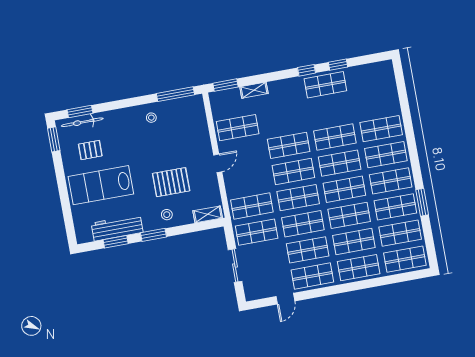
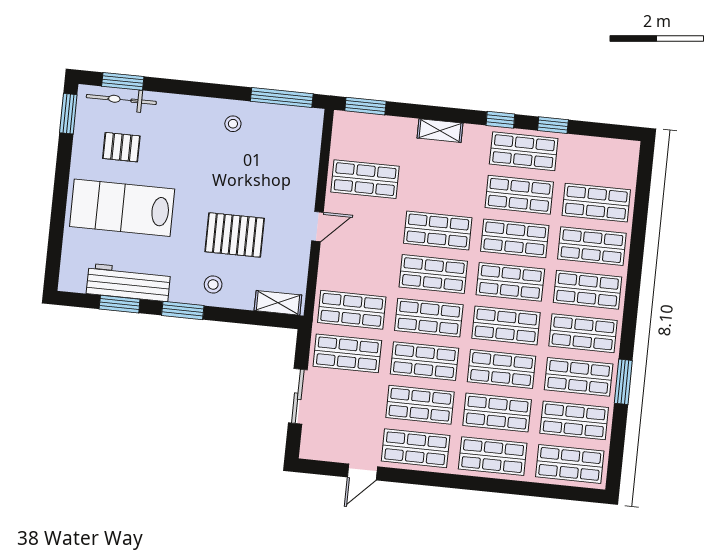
shelving: (254, 90) -> (440, 131), moved
shop shelf: (376, 102) -> (596, 203), added
shop shelf: (330, 111) -> (519, 195), added

